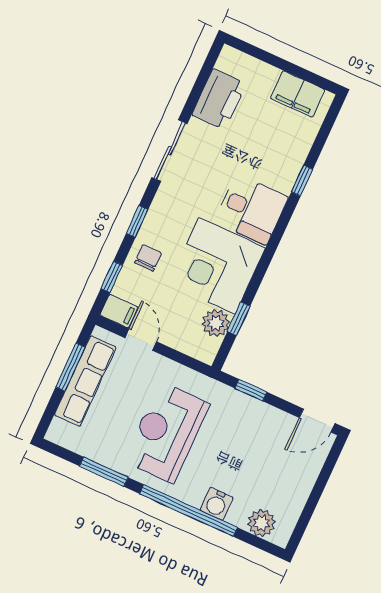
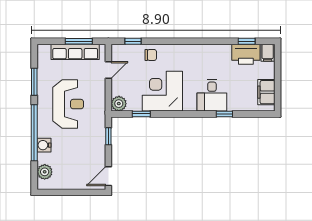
sliding door: (170, 151) -> (209, 41), removed
desk: (251, 209) -> (212, 95), moved
window: (137, 221) -> (247, 41), moved
filing cabinet: (119, 311) -> (268, 53), moved
plant: (216, 323) -> (119, 104), moved
door: (317, 420) -> (108, 176), hinge flipped
reception desk: (167, 432) -> (68, 104), turned 90

